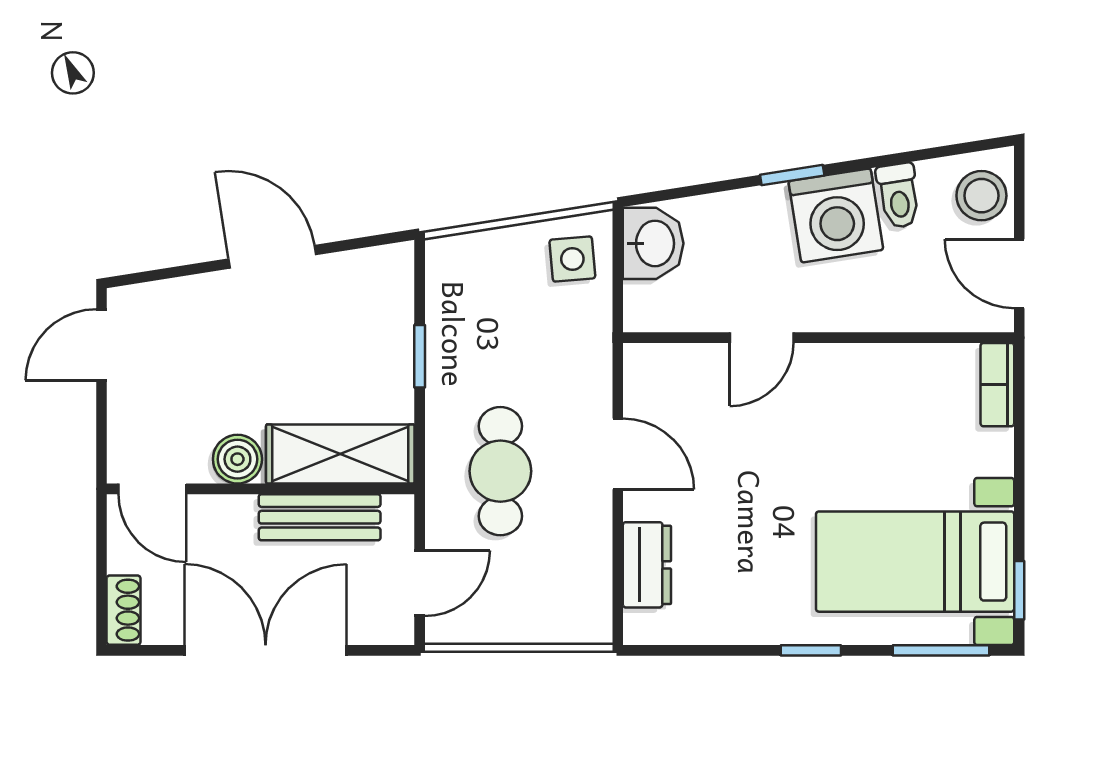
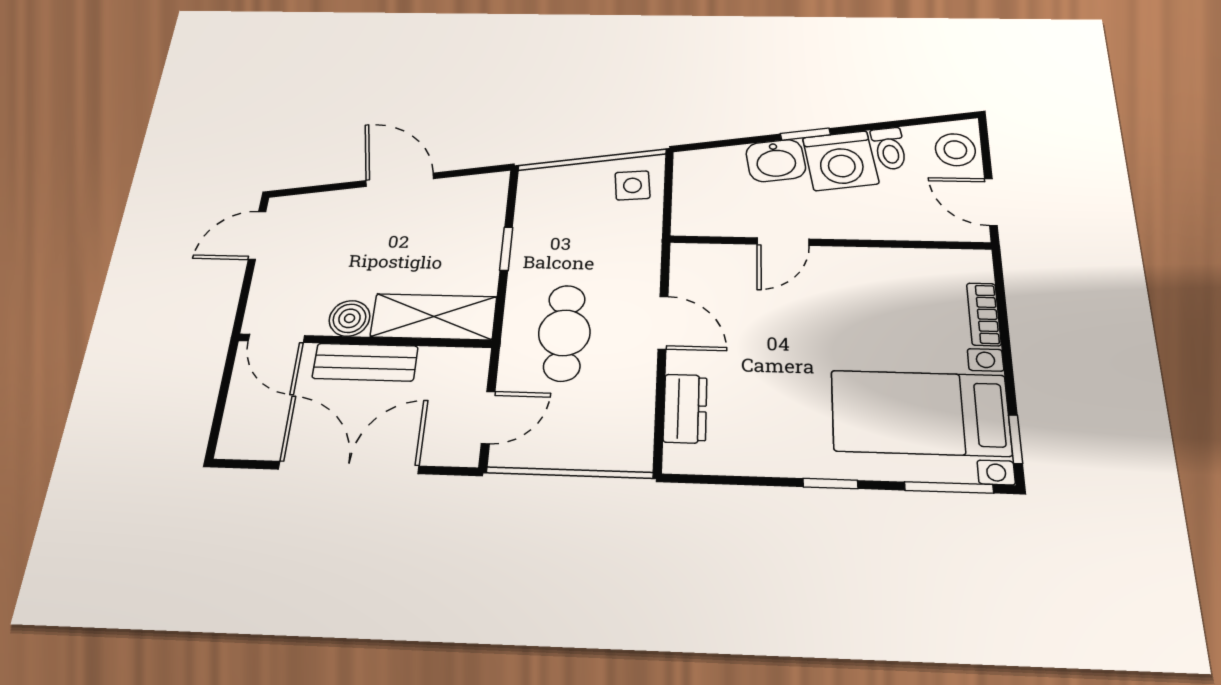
washbasin: (653, 243) -> (776, 161), moved, turned 81
bookcase: (997, 385) -> (984, 314), moved
bench: (320, 517) -> (365, 362), moved
shoe rack: (124, 610) -> (234, 431), removed

